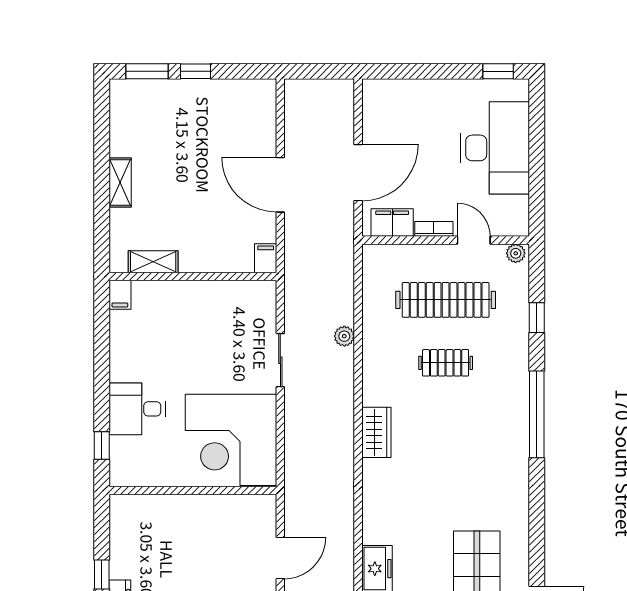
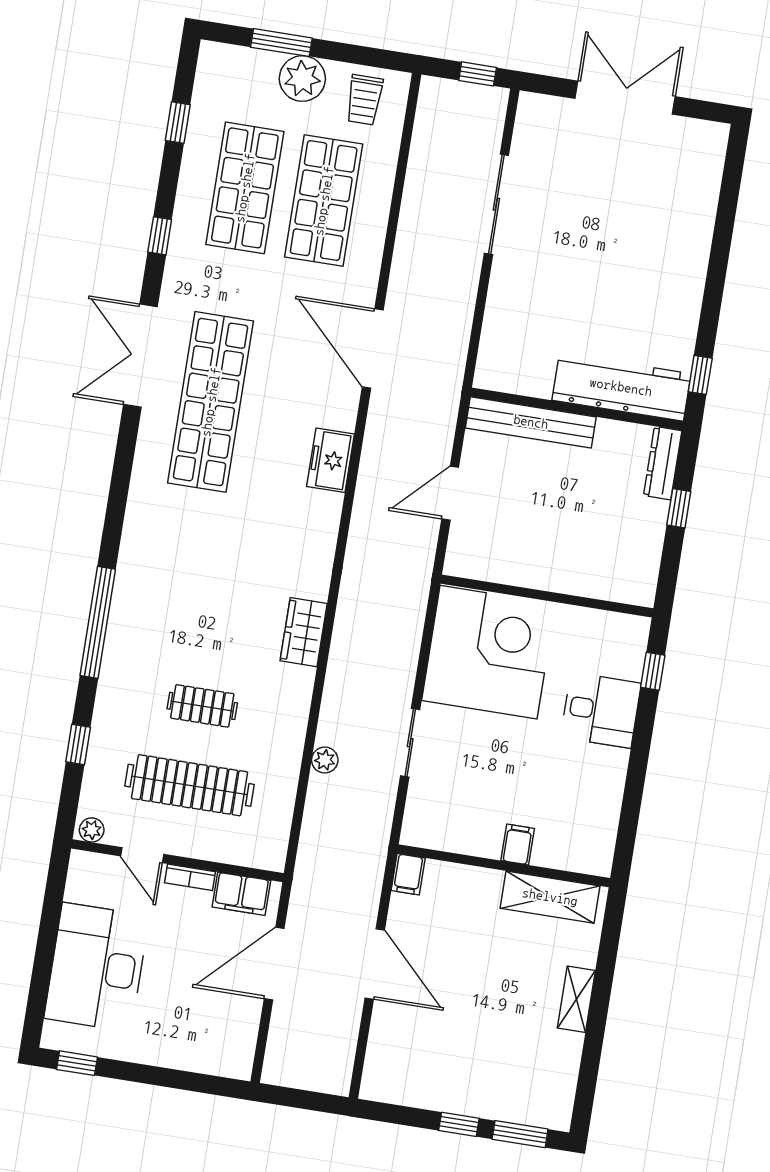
shelving: (153, 262) -> (550, 897), width x1.50, depth x1.33
filing cabinet: (120, 295) -> (518, 844), moved

